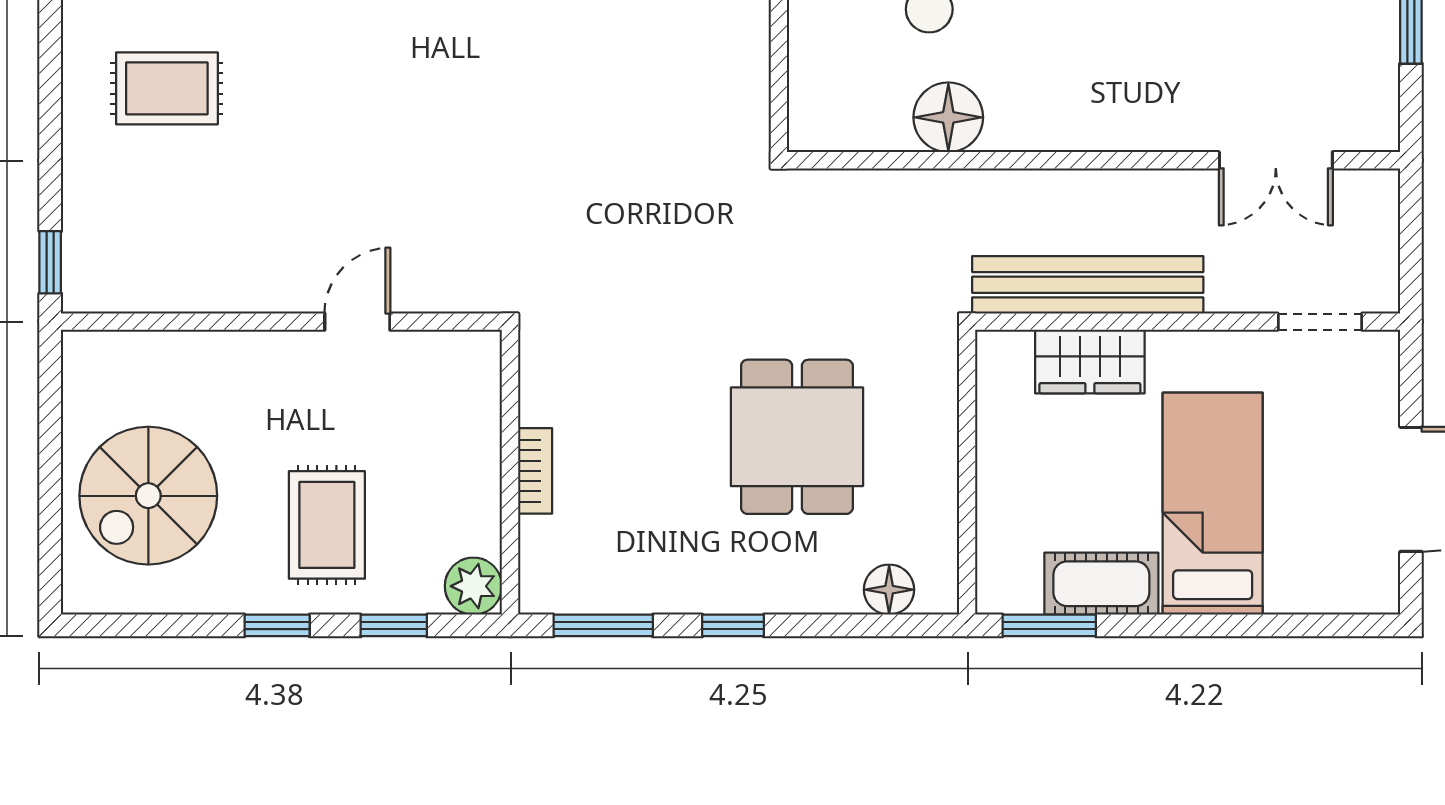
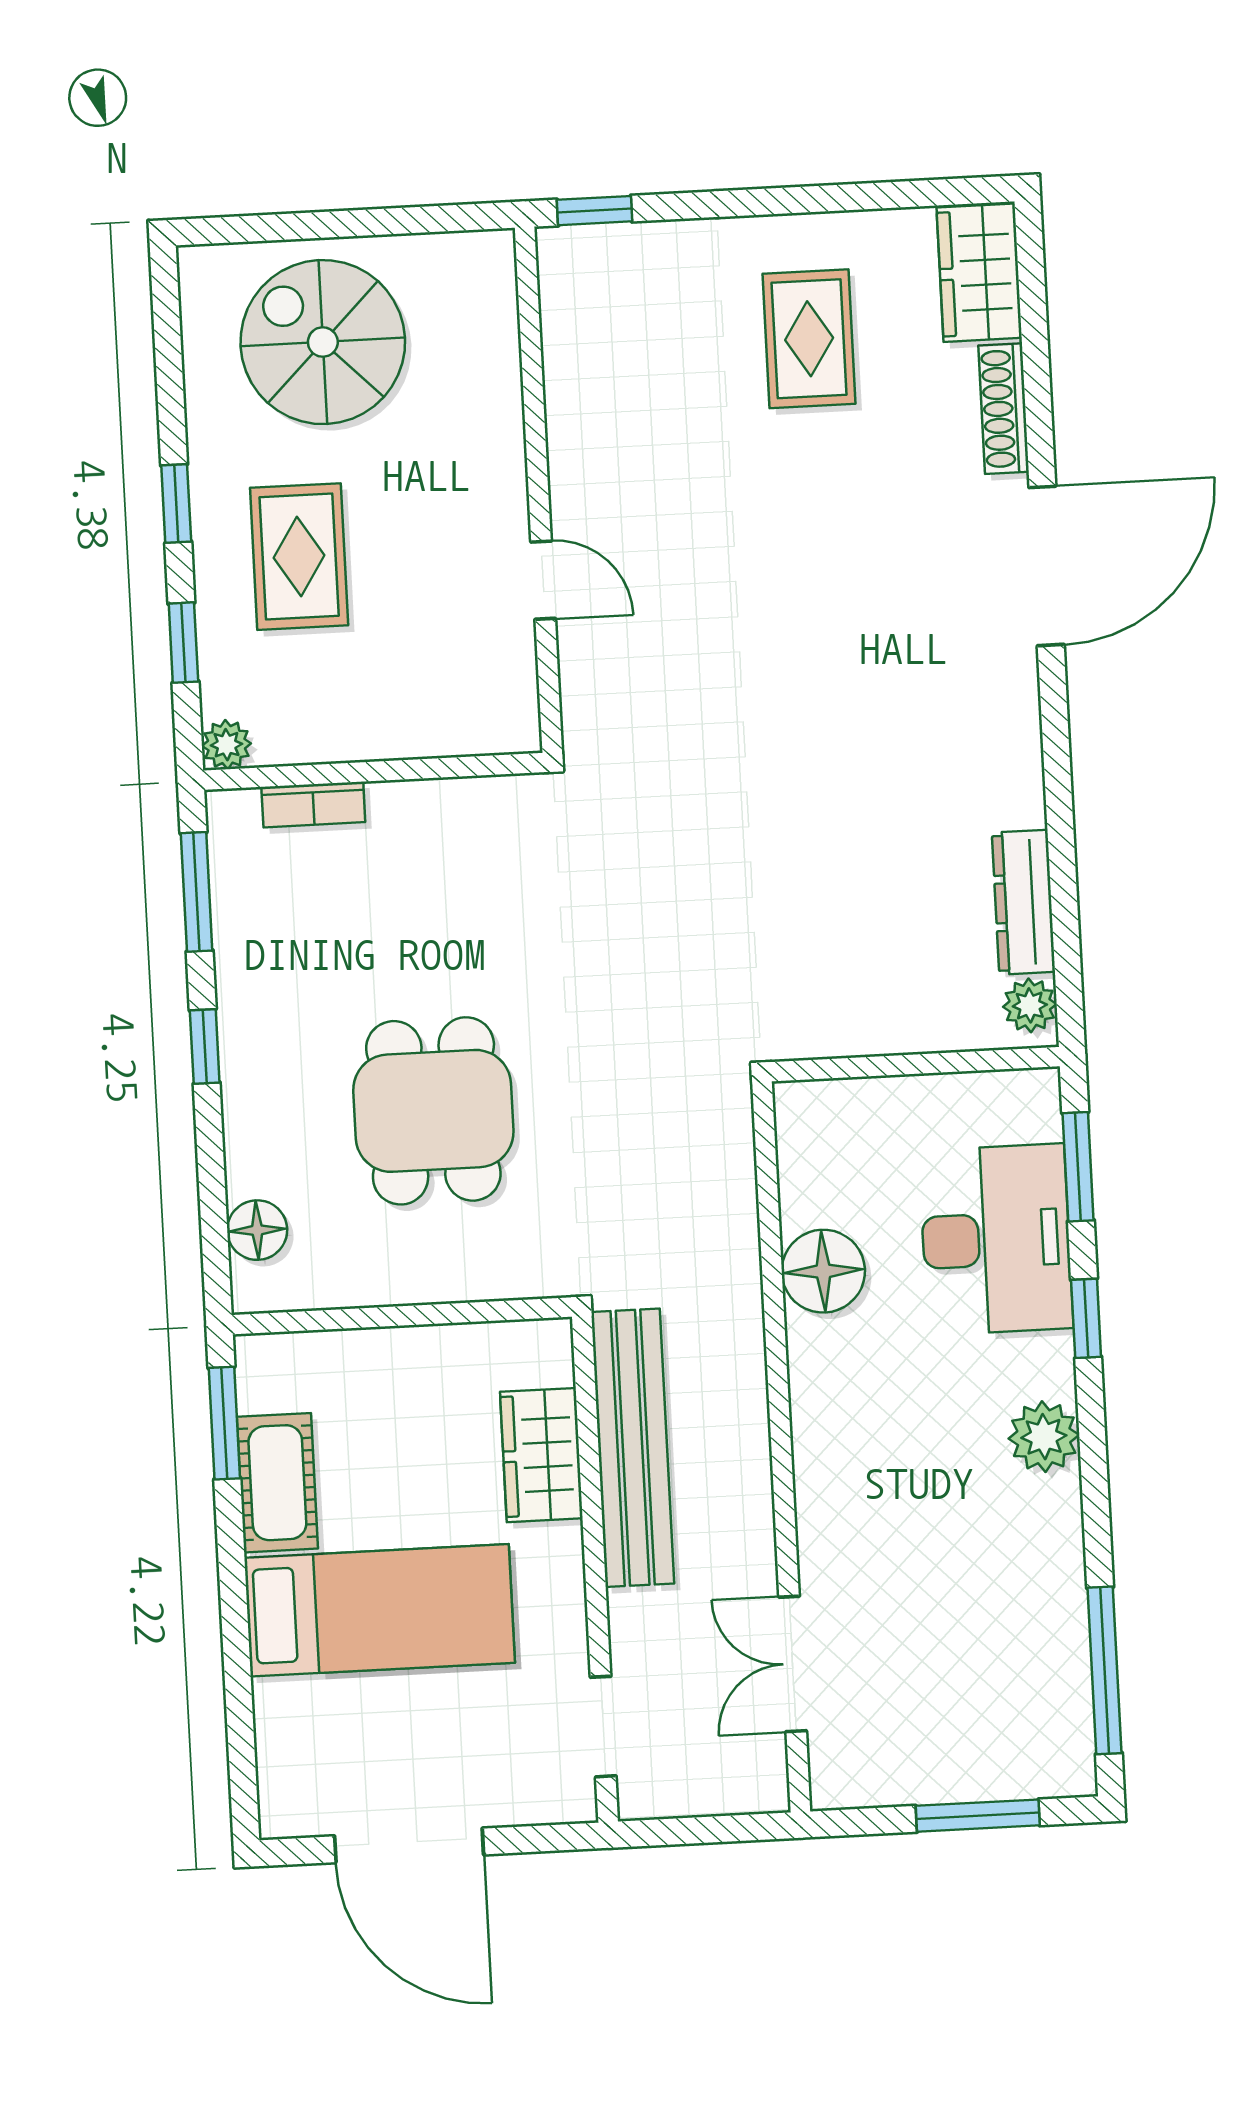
dining table: (797, 437) -> (433, 1111), turned 90
bookcase: (535, 471) -> (313, 805), moved
rug: (327, 525) -> (299, 557), turned 90
plant: (473, 586) -> (226, 745), width x0.73, depth x0.73

